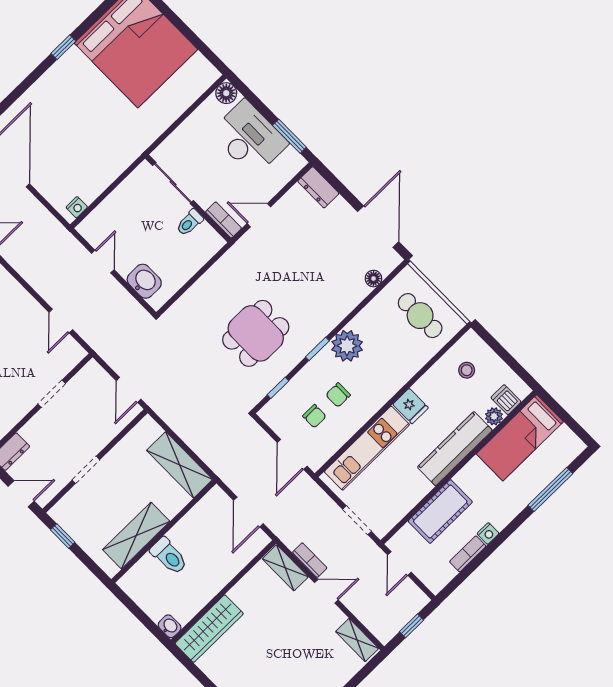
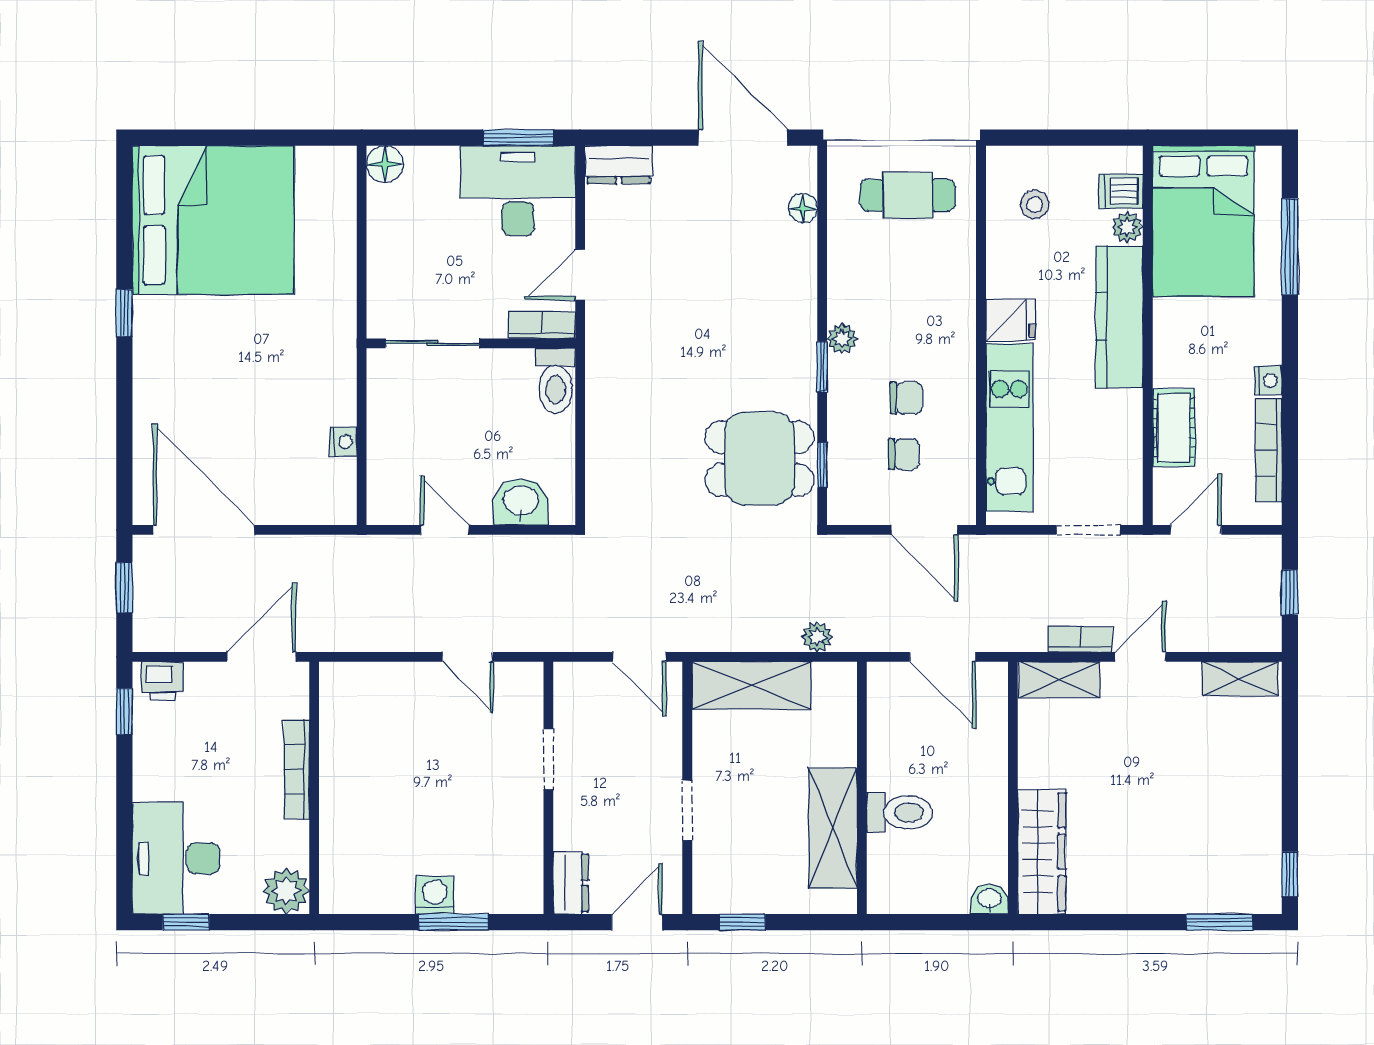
desk: (249, 138) -> (518, 191), moved
nightstand: (77, 207) -> (343, 442), moved
toilet: (190, 223) -> (556, 381), moved, width x1.37, depth x1.39
dining table: (256, 333) -> (760, 459), moved, turned 90
plant: (347, 346) -> (842, 339), width x0.53, depth x0.53
chair: (338, 395) -> (906, 398), turned -90
bed: (520, 438) -> (1203, 221), width x1.50
plant: (207, 454) -> (817, 637), added
shelving: (180, 465) -> (752, 686), moved
cot: (440, 511) -> (1174, 428), width x0.73, depth x0.75
bookcase: (468, 554) -> (1269, 450), width x1.56
door: (399, 563) -> (1196, 530), swing flipped

